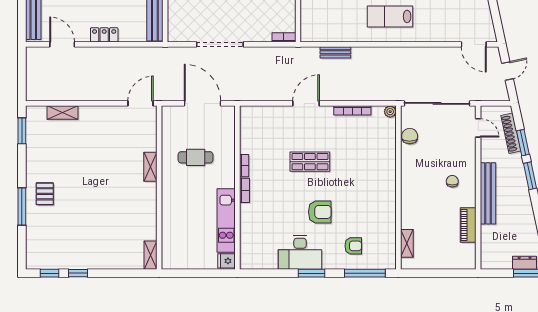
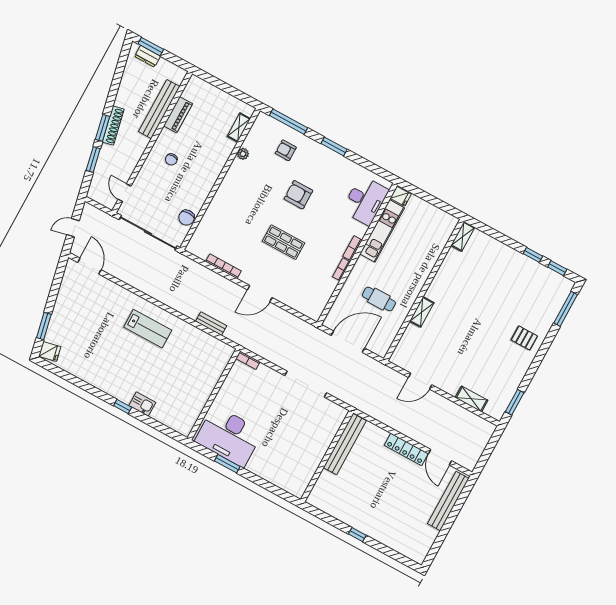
locker: (104, 35) -> (406, 449), width x1.53
door: (140, 103) -> (420, 381), moved
door: (203, 103) -> (348, 342), swing flipped
plant: (390, 112) -> (243, 154), moved
shoe rack: (511, 133) -> (113, 126), moved
bench: (488, 193) -> (159, 109), moved
pallet: (45, 194) -> (524, 338), turned 90
window: (22, 206) -> (566, 309), moved
desk: (300, 252) -> (365, 200), moved, turned 90

